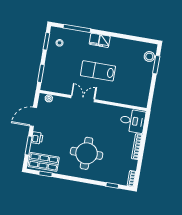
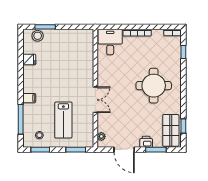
fridge: (104, 41) -> (29, 60), moved
lab bench: (98, 71) -> (63, 120), moved
double door: (83, 99) -> (95, 100), swing flipped

